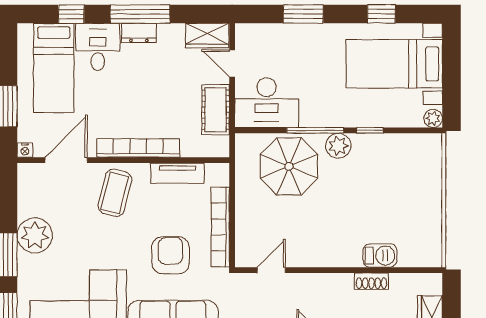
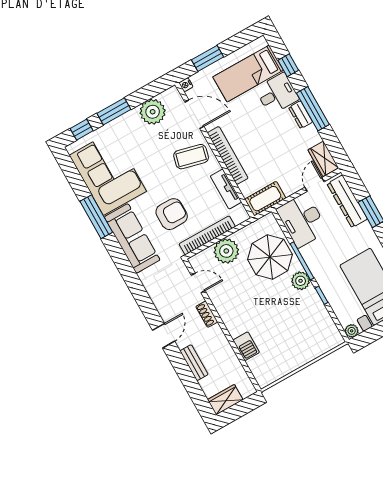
dresser: (275, 36) -> (347, 201), added
cot: (216, 110) -> (265, 199), moved
plant: (252, 215) -> (226, 251), added
plant: (35, 235) -> (153, 112), moved
shoe rack: (371, 281) -> (207, 314), moved

